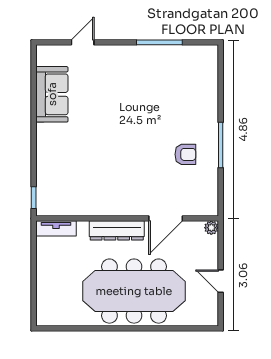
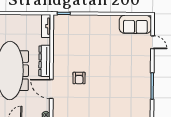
sofa: (52, 94) -> (135, 24), moved
armchair: (185, 154) -> (79, 78), moved

